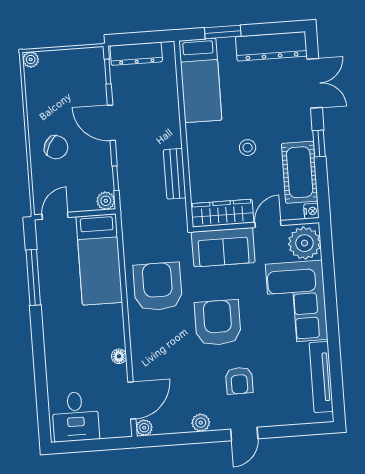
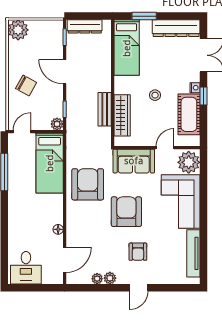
plant: (31, 60) -> (18, 30), width x1.88, depth x1.88
nightstand: (311, 211) -> (195, 88), moved
wardrobe: (222, 213) -> (122, 115), moved, turned 90
plant: (144, 428) -> (97, 279), moved

